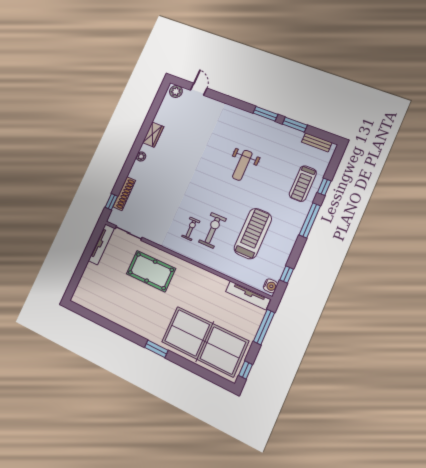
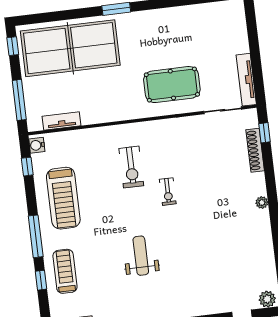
wardrobe: (153, 135) -> (263, 235), removed
exercise bike: (191, 229) -> (168, 192), moved
treadmill: (253, 234) -> (63, 198), moved
tv unit: (248, 295) -> (62, 121), width x0.71

